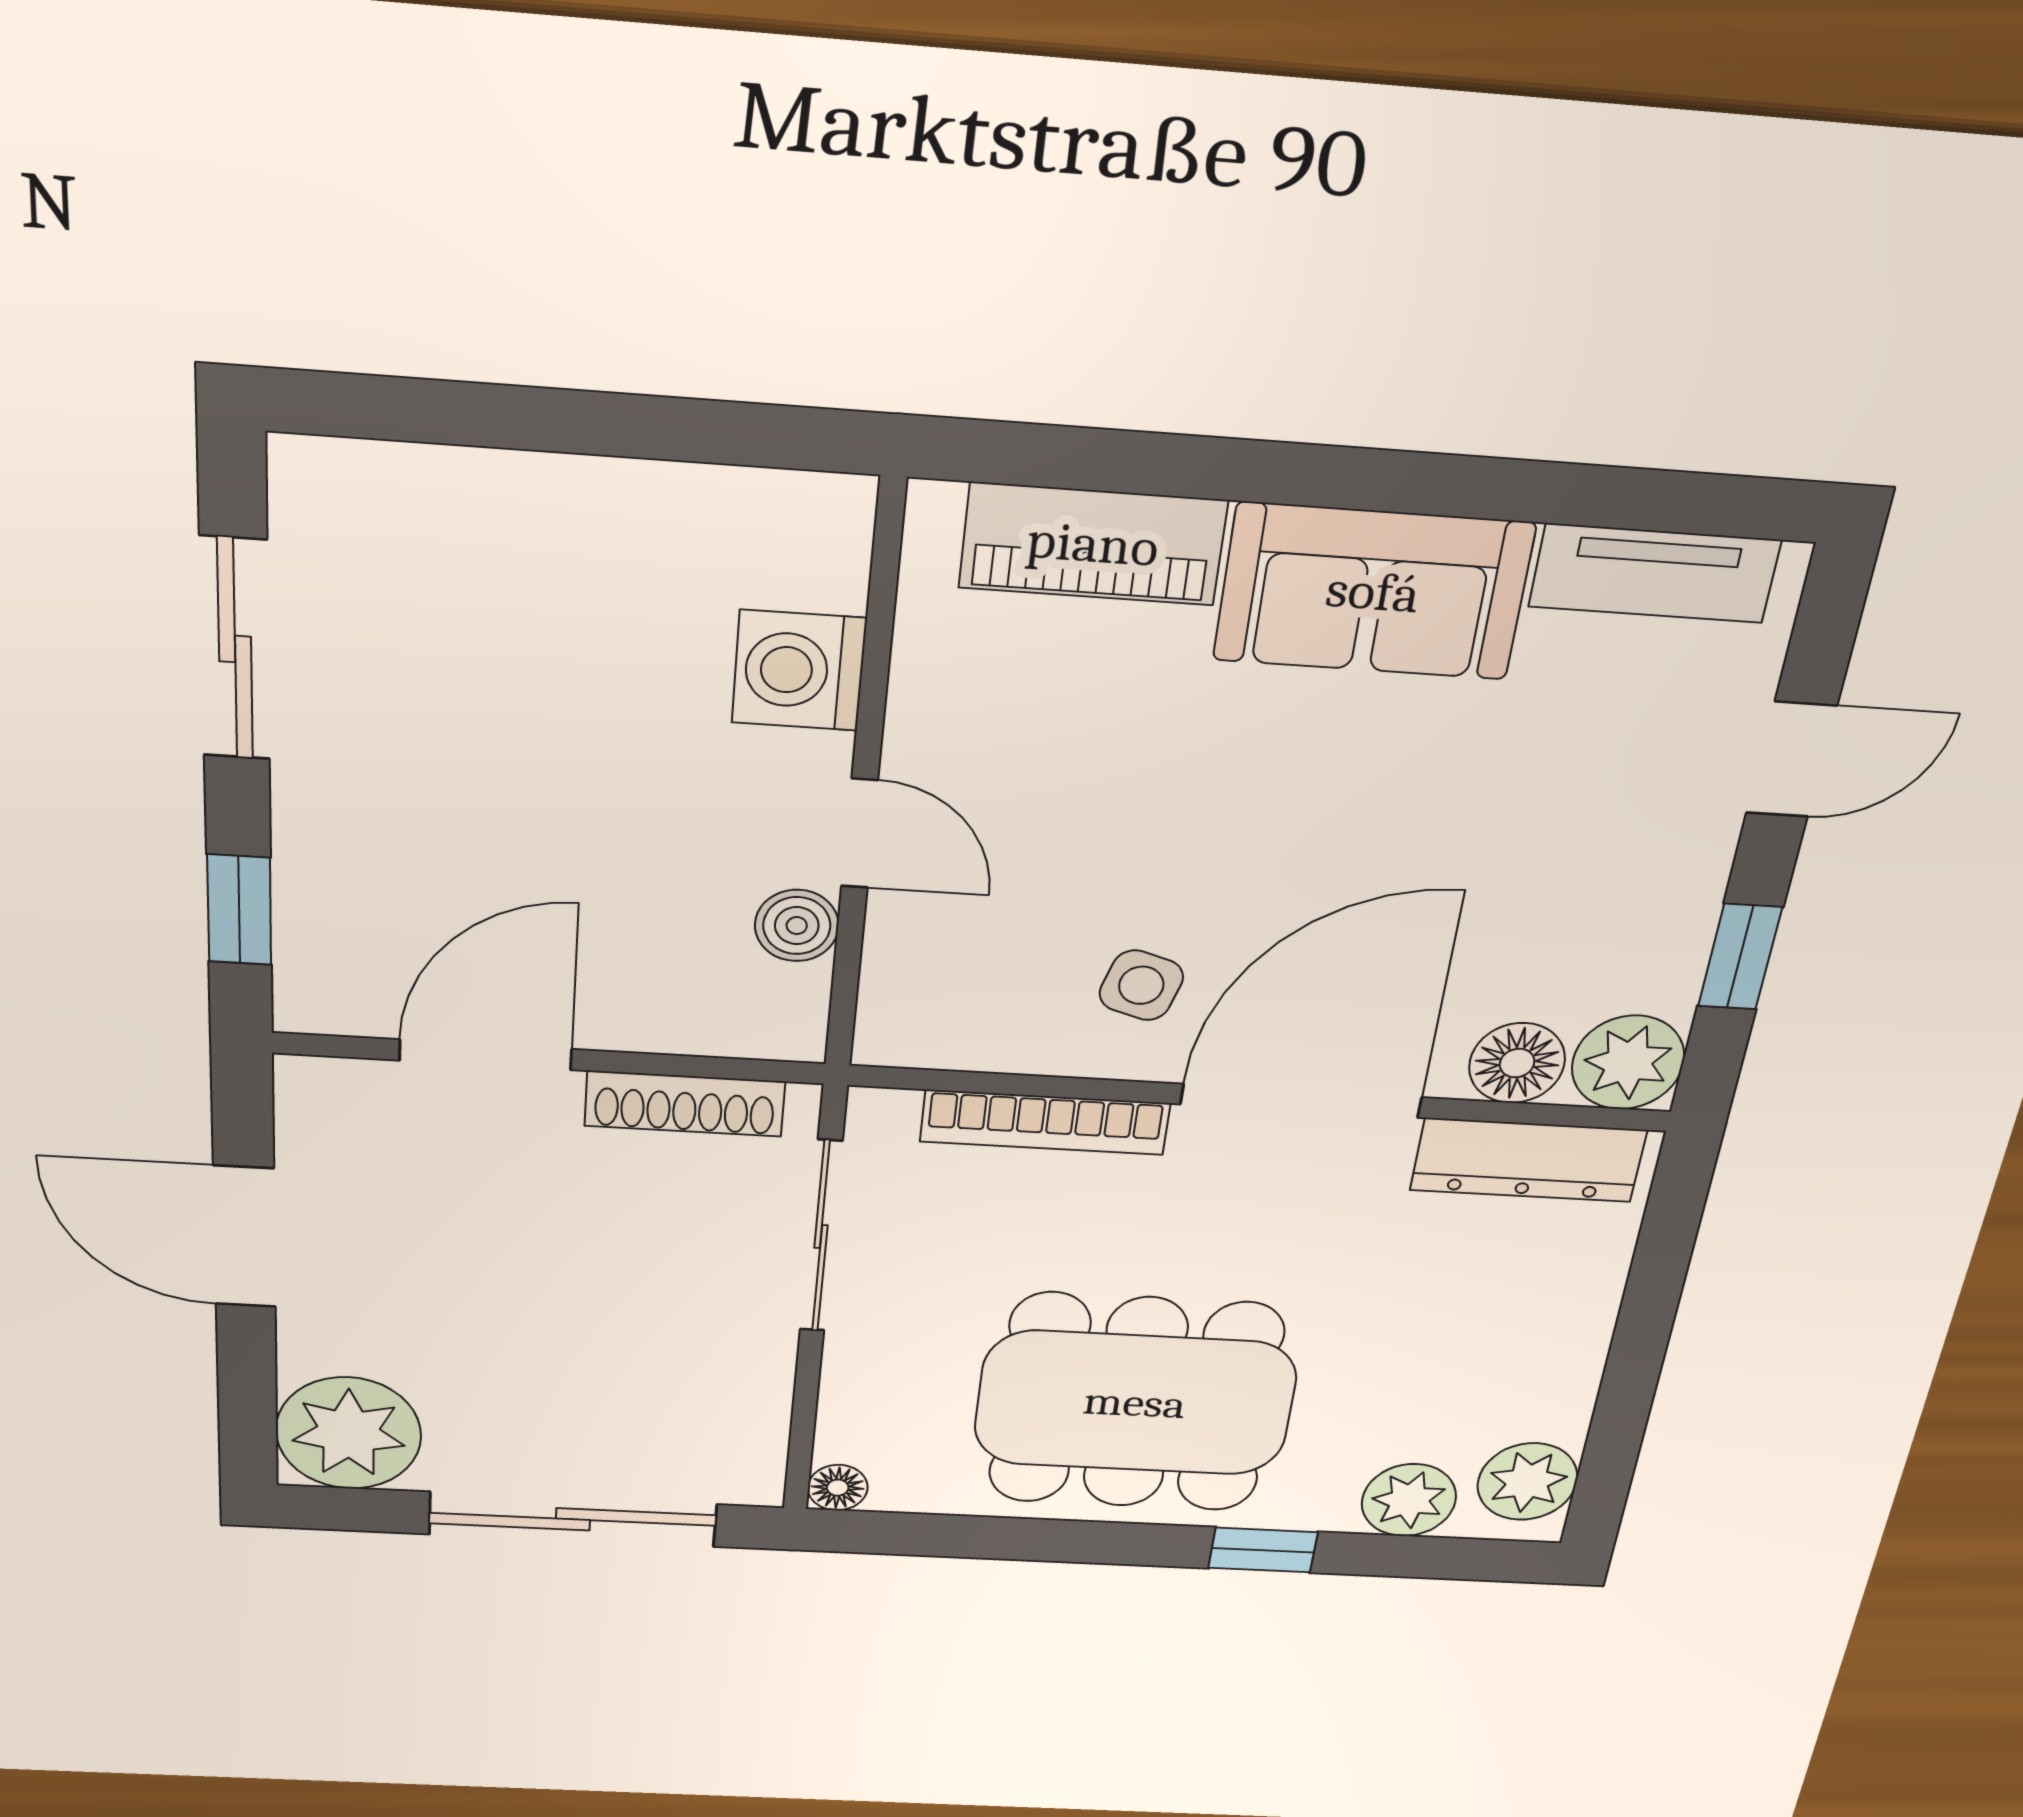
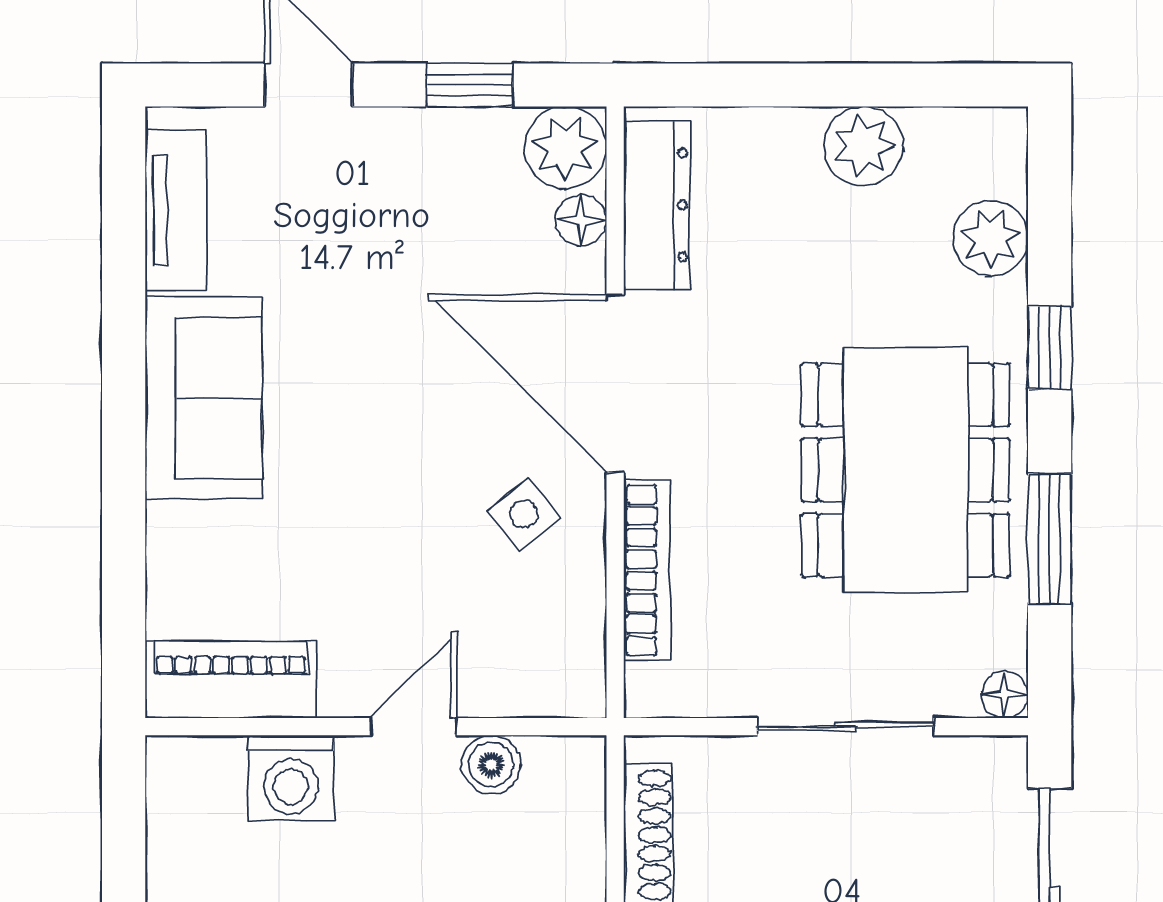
piano: (1093, 544) -> (231, 680), moved, turned -90
side table: (1141, 985) -> (524, 514), turned 35
floor lamp: (1517, 1063) -> (581, 220), width x0.73, depth x0.73
sliding door: (821, 1236) -> (845, 727), moved
plant: (1528, 1482) -> (864, 146), moved
window: (1027, 1540) -> (1050, 539), added

